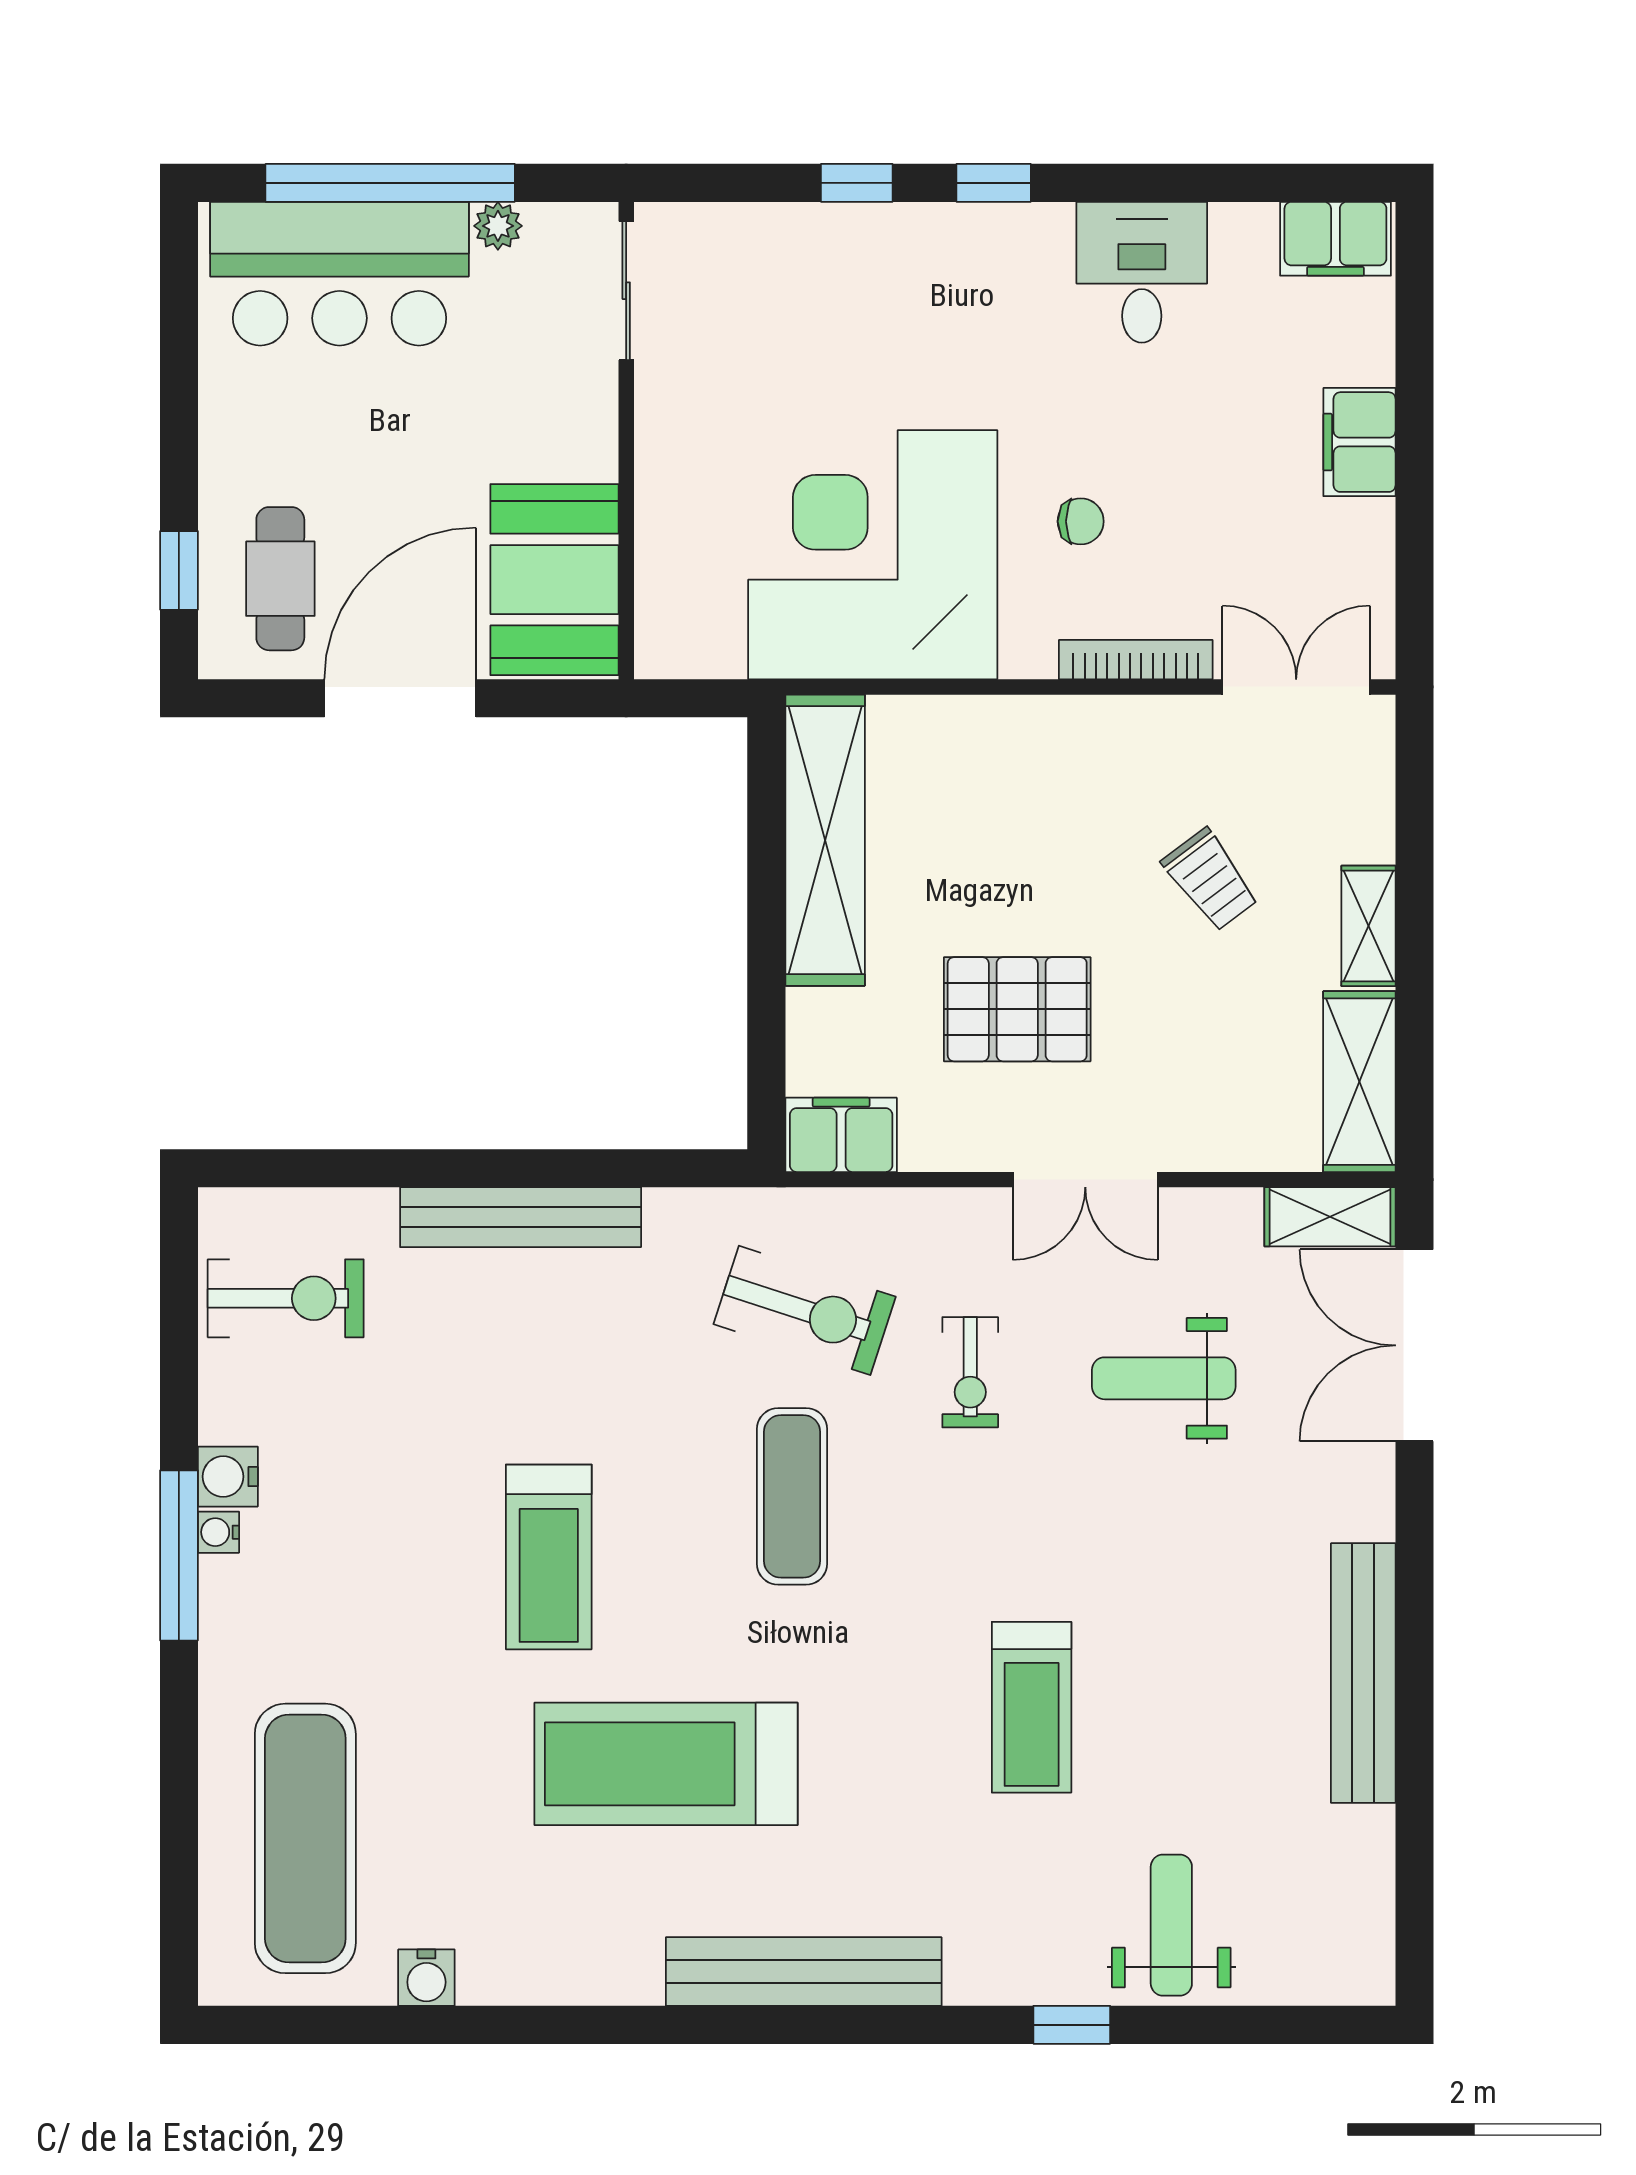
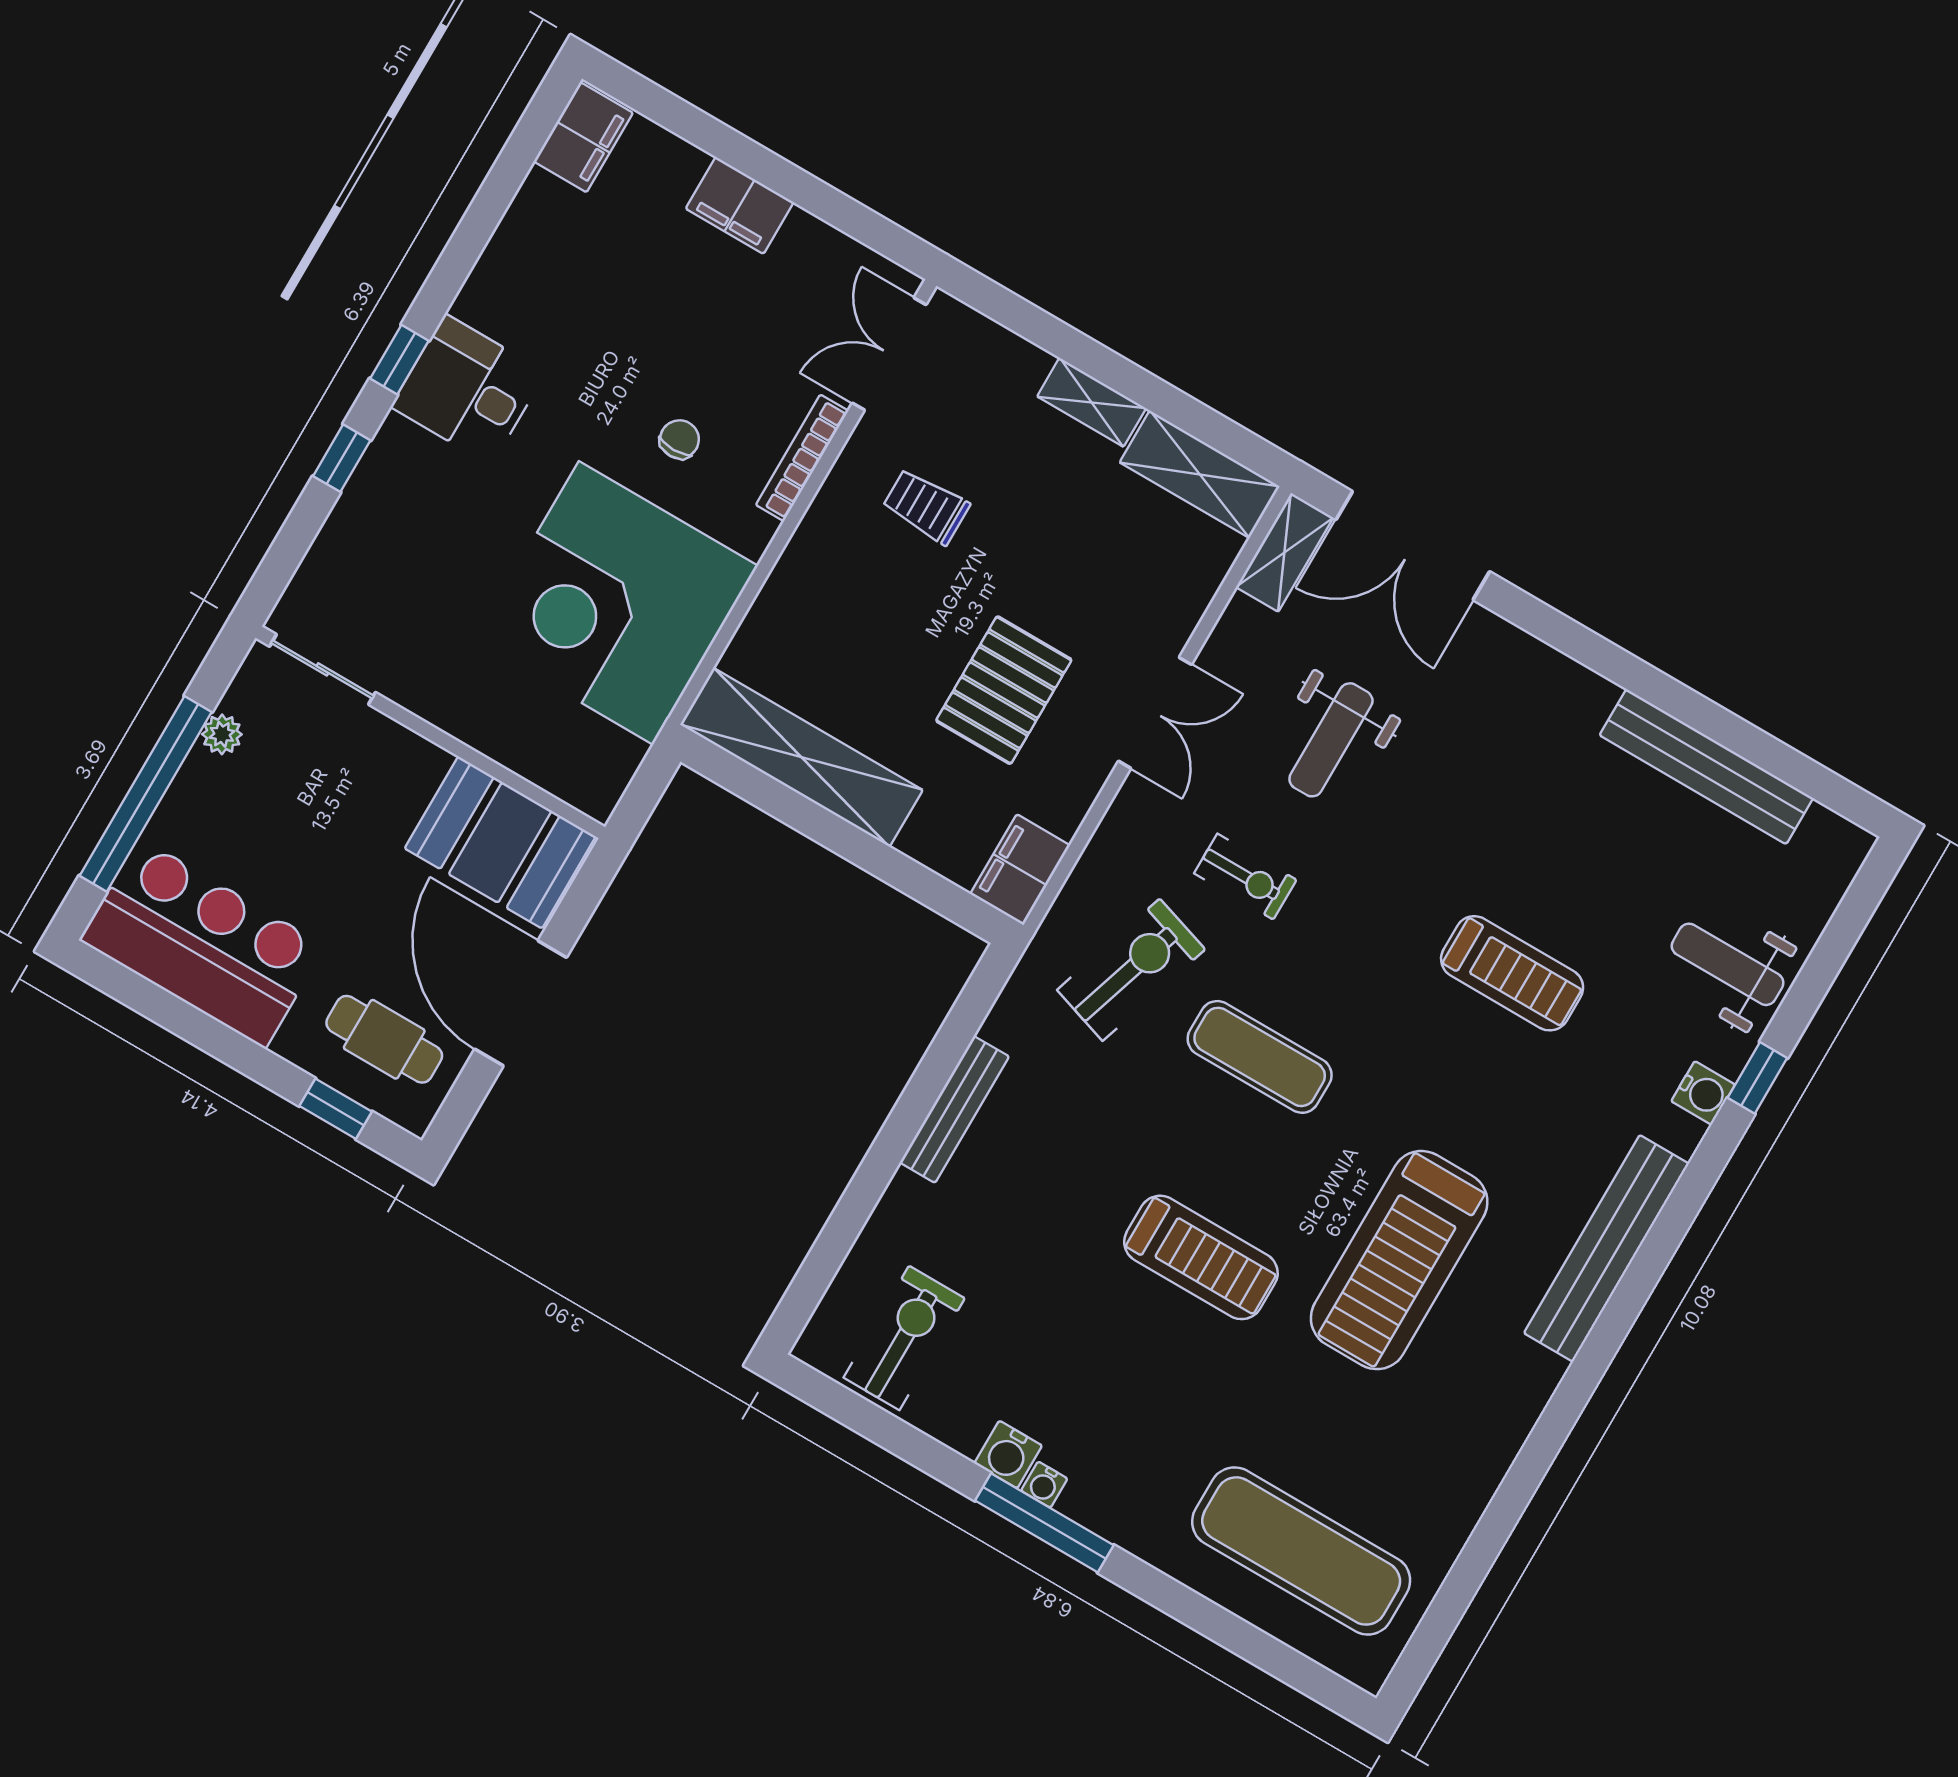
desk: (1142, 272) -> (468, 390), moved
bar counter: (339, 274) -> (203, 943), moved, turned -90
trolley: (1210, 880) -> (926, 506), moved, turned -143
bench: (521, 1217) -> (954, 1109), width x0.73, depth x0.82
bench: (1363, 1673) -> (1706, 767), moved
water cooler: (426, 1978) -> (1703, 1093), moved

